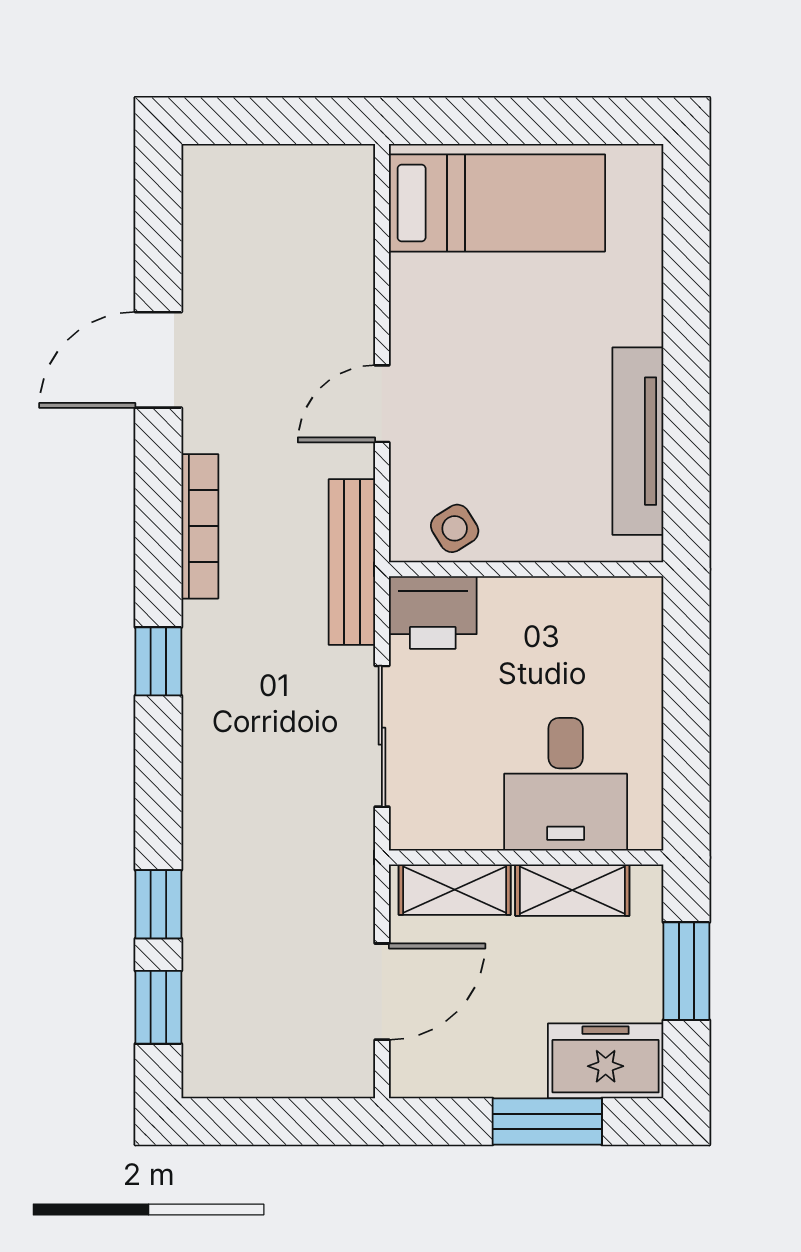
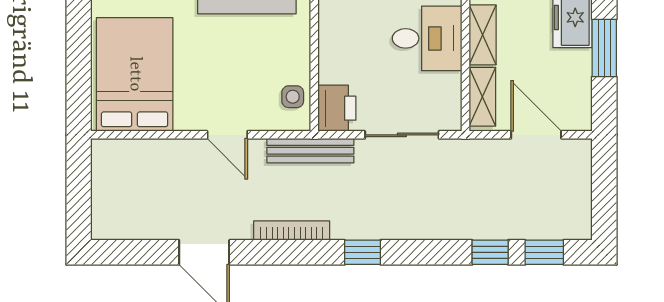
bed: (497, 203) -> (135, 74), width x1.50
side table: (455, 528) -> (293, 97), turned 32

